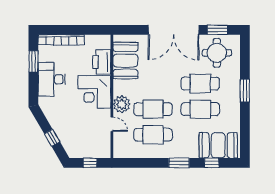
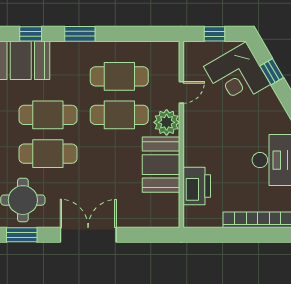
double door: (174, 30) -> (88, 235), width x0.73
booth: (125, 61) -> (161, 165), moved
corner desk: (94, 92) -> (237, 75), moved, turned 150
door: (112, 124) -> (181, 92), swing flipped

